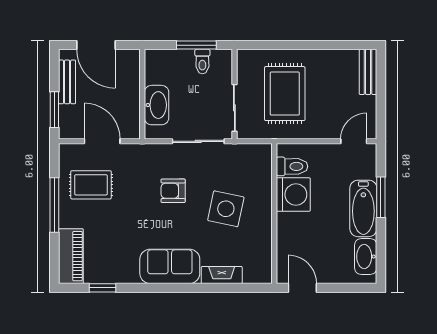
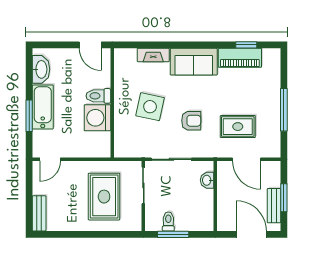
washbasin: (157, 105) -> (207, 180), width x0.52, depth x0.69
window: (54, 110) -> (284, 198), moved
toilet: (292, 166) -> (98, 96), moved
rug: (91, 185) -> (238, 127), moved
piano: (71, 256) -> (240, 58), moved, turned -90

